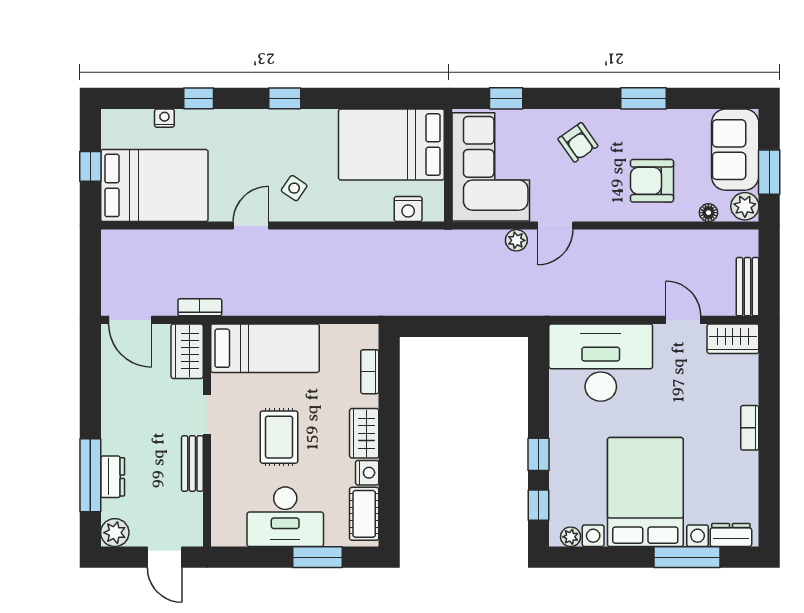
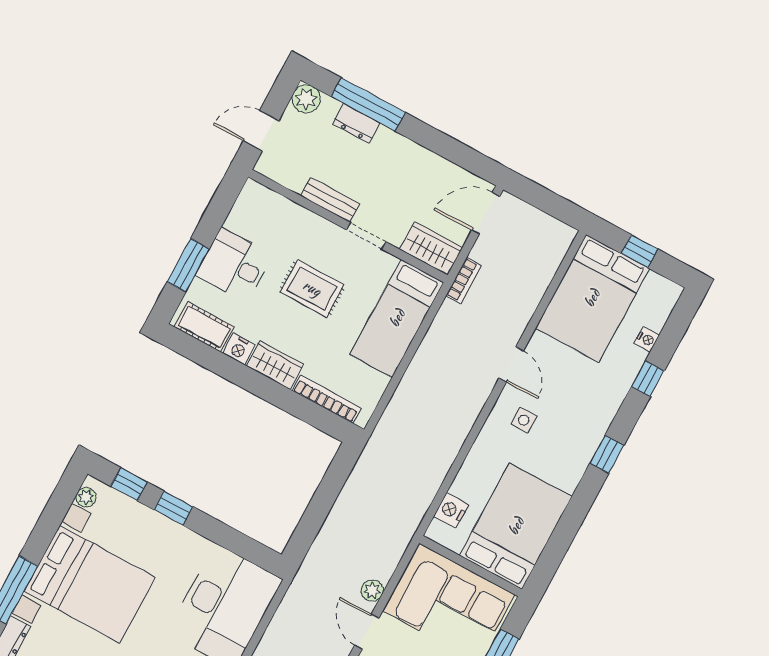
side table: (294, 188) -> (524, 420), turned -34
bookcase: (370, 372) -> (326, 399), width x1.56
desk: (285, 517) -> (234, 265), width x0.73

